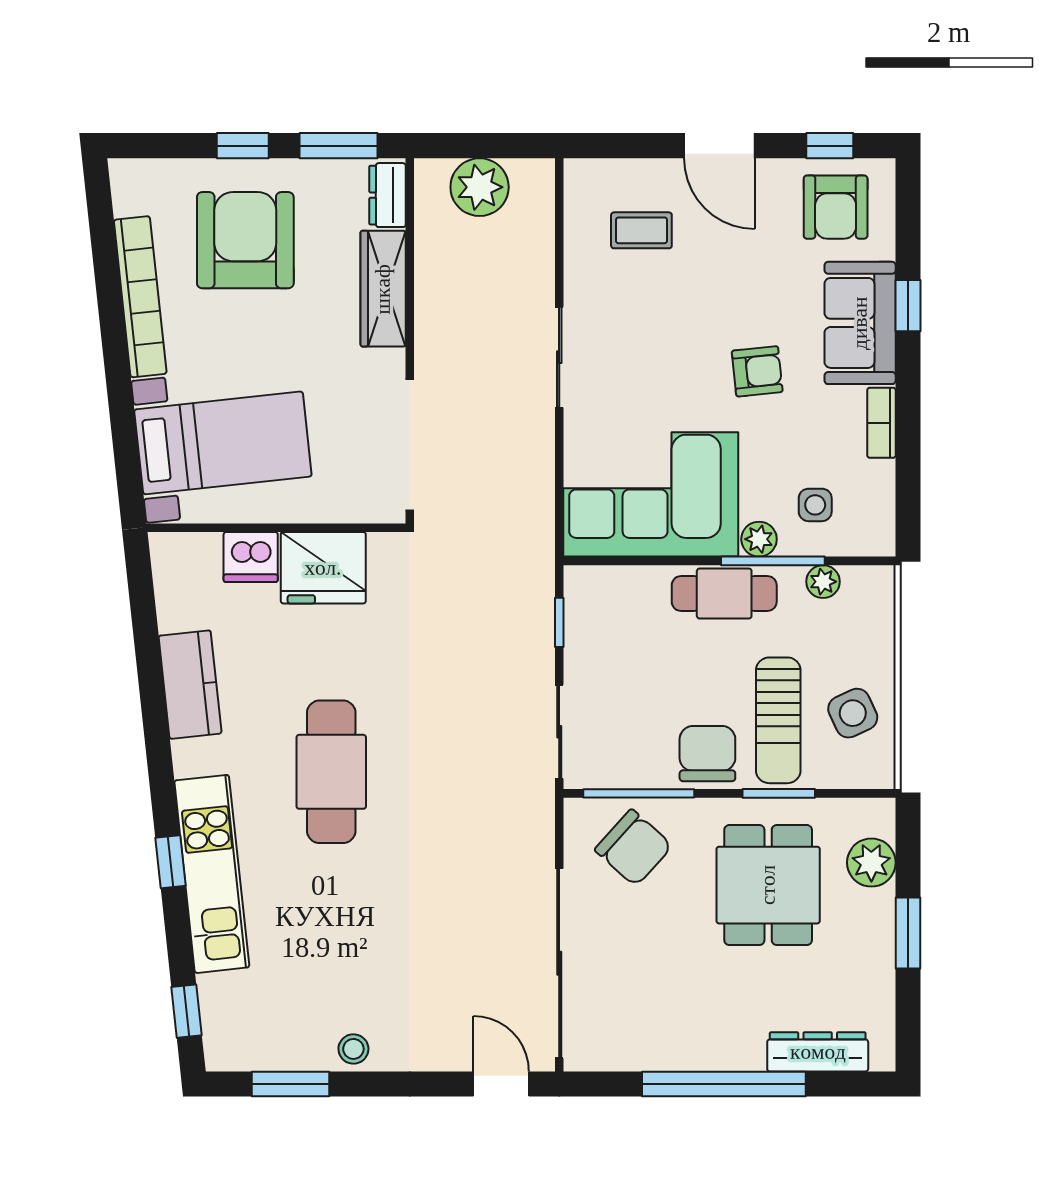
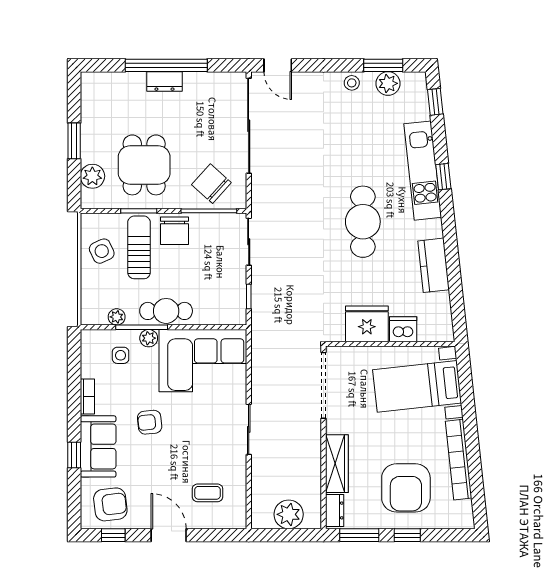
armchair: (836, 207) -> (110, 504), turned 83
plant: (281, 1048) -> (388, 83), added
dresser: (818, 1052) -> (164, 81), moved, width x0.70

